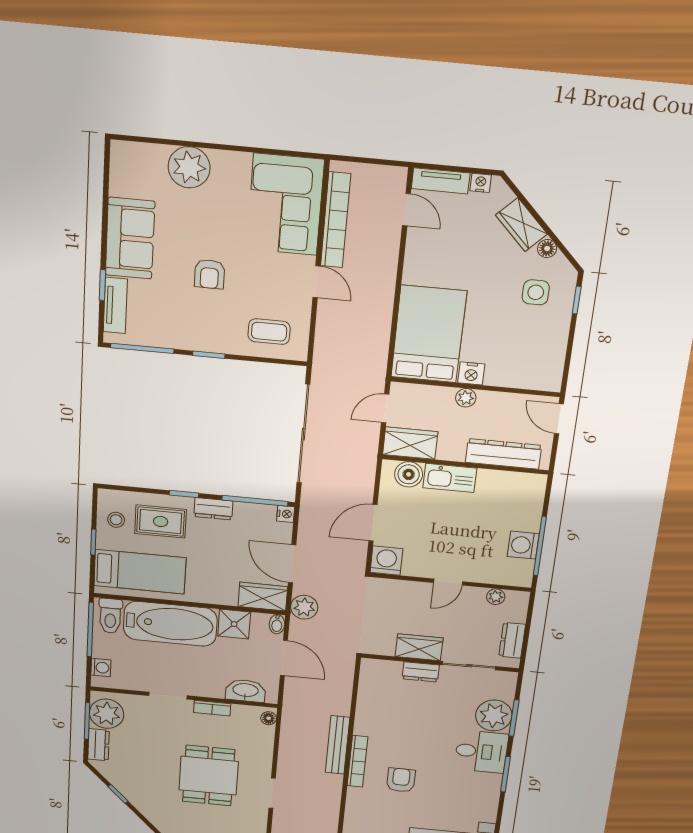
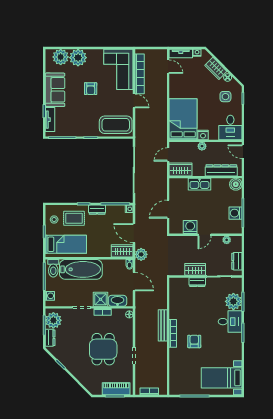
plant: (147, 162) -> (61, 57), added
armchair: (209, 274) -> (91, 89), moved
coffee table: (269, 332) -> (116, 125), width x1.86, depth x1.72
desk: (538, 363) -> (230, 127), added
boiler: (409, 474) -> (236, 184), moved
washing machine: (386, 561) -> (190, 227), moved
shower: (234, 624) -> (100, 299), moved

